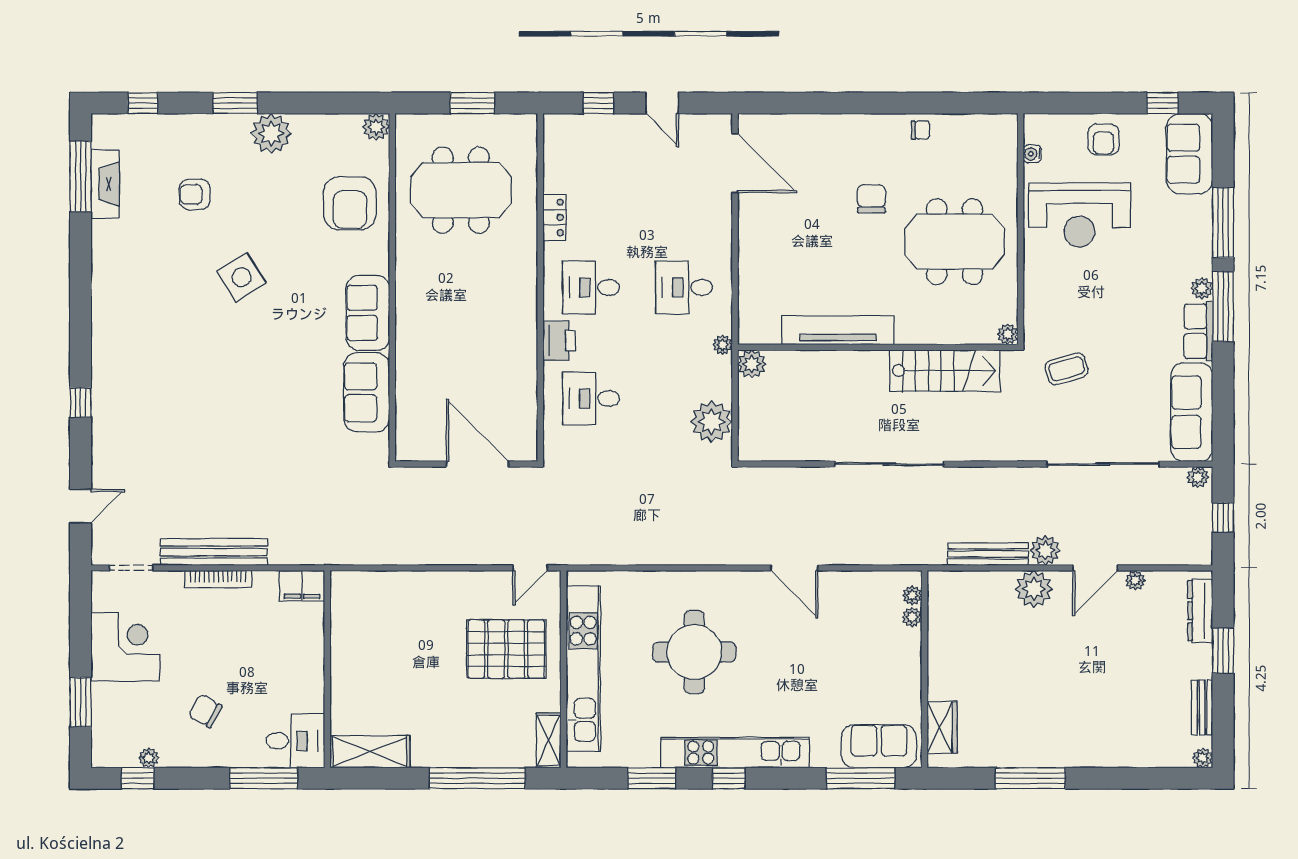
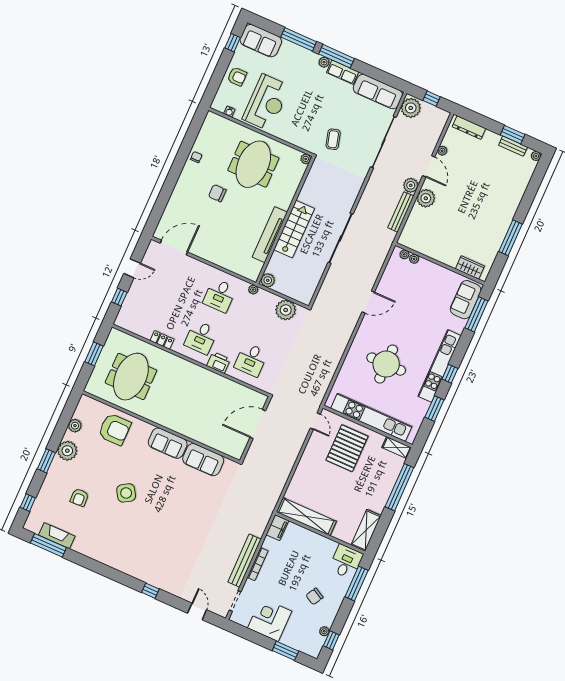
plant: (376, 127) -> (75, 426), moved
stairs: (945, 371) -> (294, 229), moved
plant: (1198, 477) -> (411, 108), width x1.88, depth x1.88
shelving: (346, 630) -> (306, 517), added
window: (1223, 651) -> (513, 135), moved

